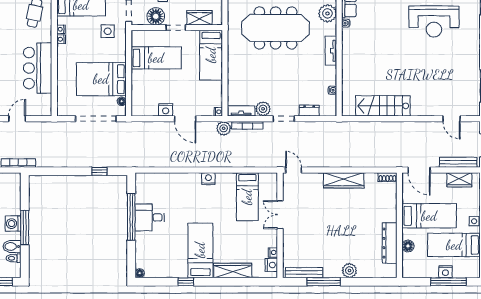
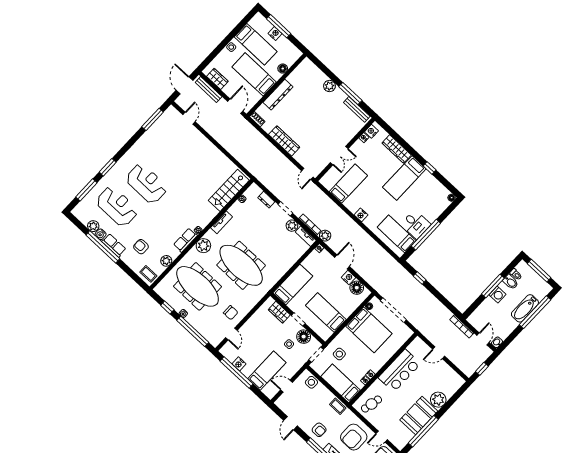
stairs: (383, 106) -> (229, 190), moved, turned 90
floor lamp: (149, 108) -> (357, 288), added
bed: (159, 192) -> (397, 234), added
dresser: (390, 243) -> (278, 95), moved

